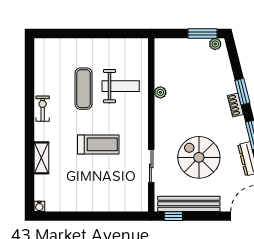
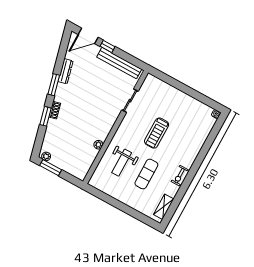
weight bench: (121, 86) -> (122, 163), turned -90
treadmill: (98, 144) -> (157, 133), turned -90
spiral stairs: (199, 157) -> (96, 89), removed
shelving: (41, 158) -> (164, 207), moved
window: (173, 216) -> (108, 46), moved

